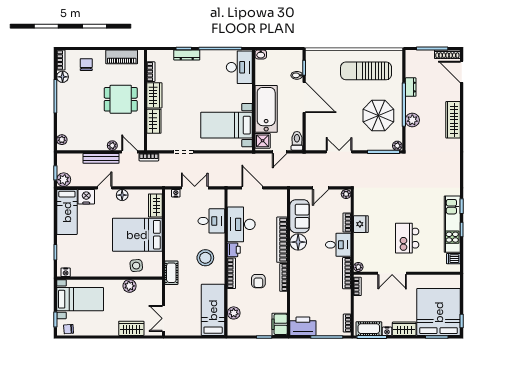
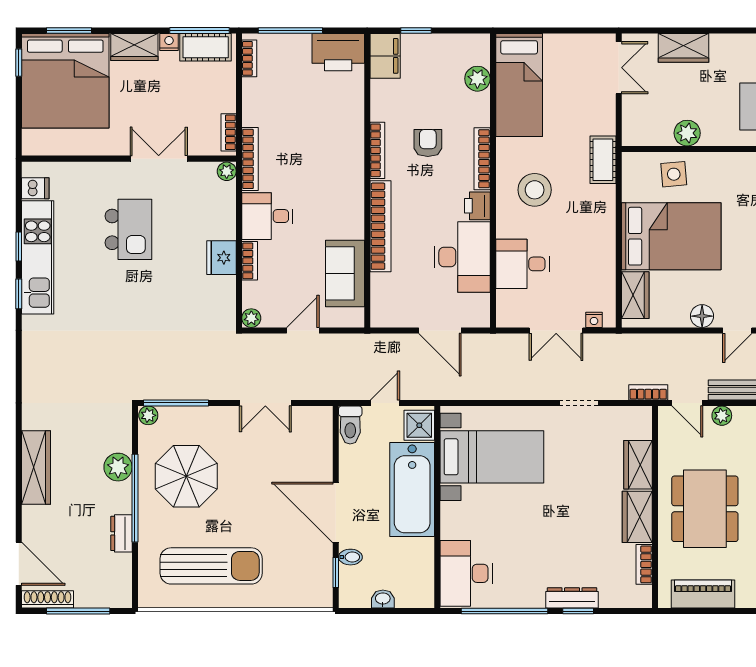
washbasin: (261, 54) -> (383, 599), moved
dining table: (121, 99) -> (705, 509), width x1.38
floor lamp: (298, 242) -> (348, 222), removed

